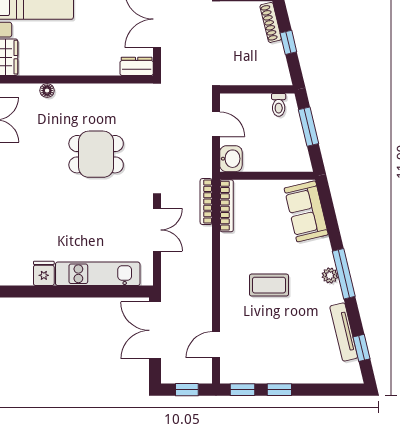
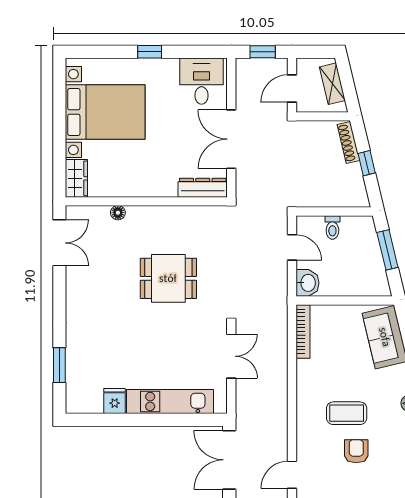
dresser: (137, 66) -> (203, 188), width x1.44
toilet: (279, 105) -> (332, 227), moved
bookcase: (206, 202) -> (282, 327), removed
armchair: (278, 322) -> (356, 451), added

